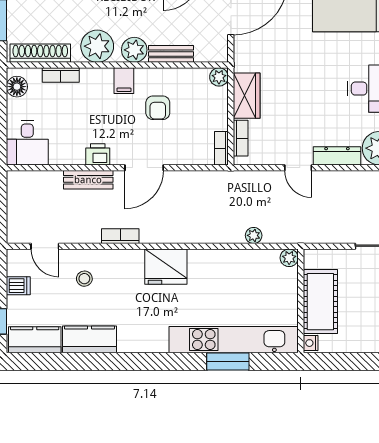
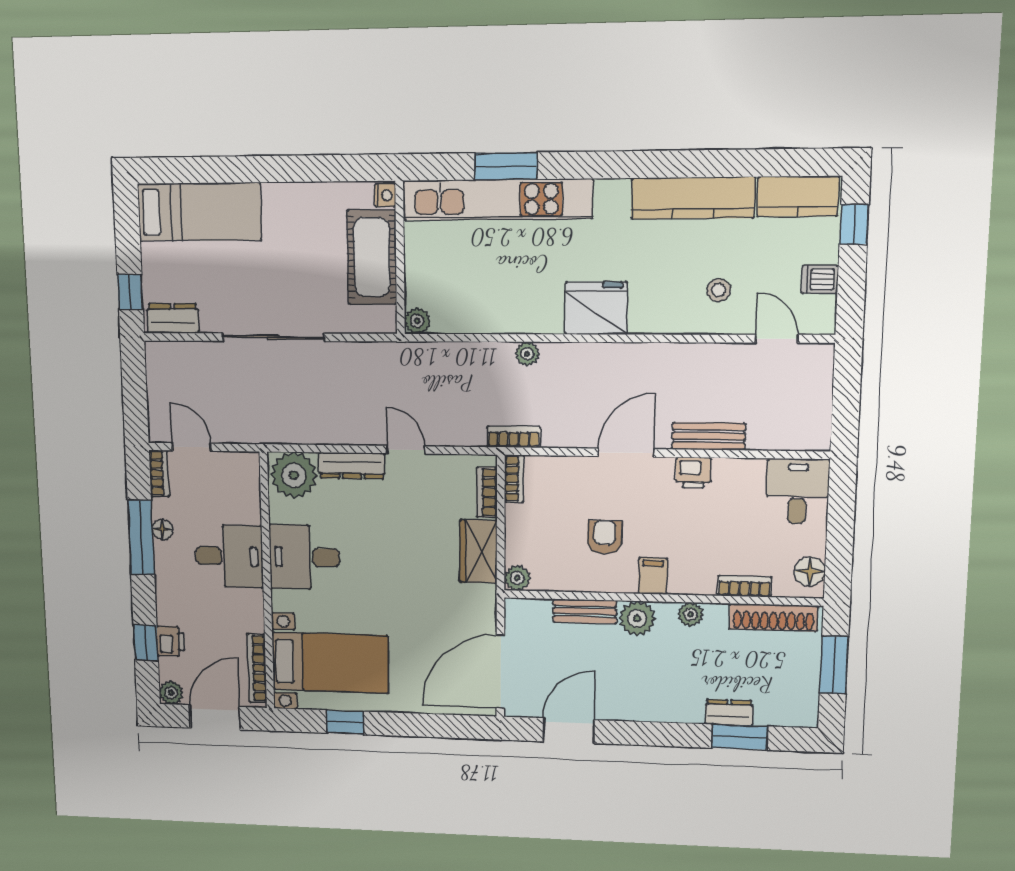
plant: (97, 46) -> (690, 614), width x0.53, depth x0.53
plant: (254, 235) -> (527, 354), moved
bookcase: (120, 236) -> (514, 437), moved, turned 180
kitchen counter: (89, 339) -> (693, 198), width x1.50

